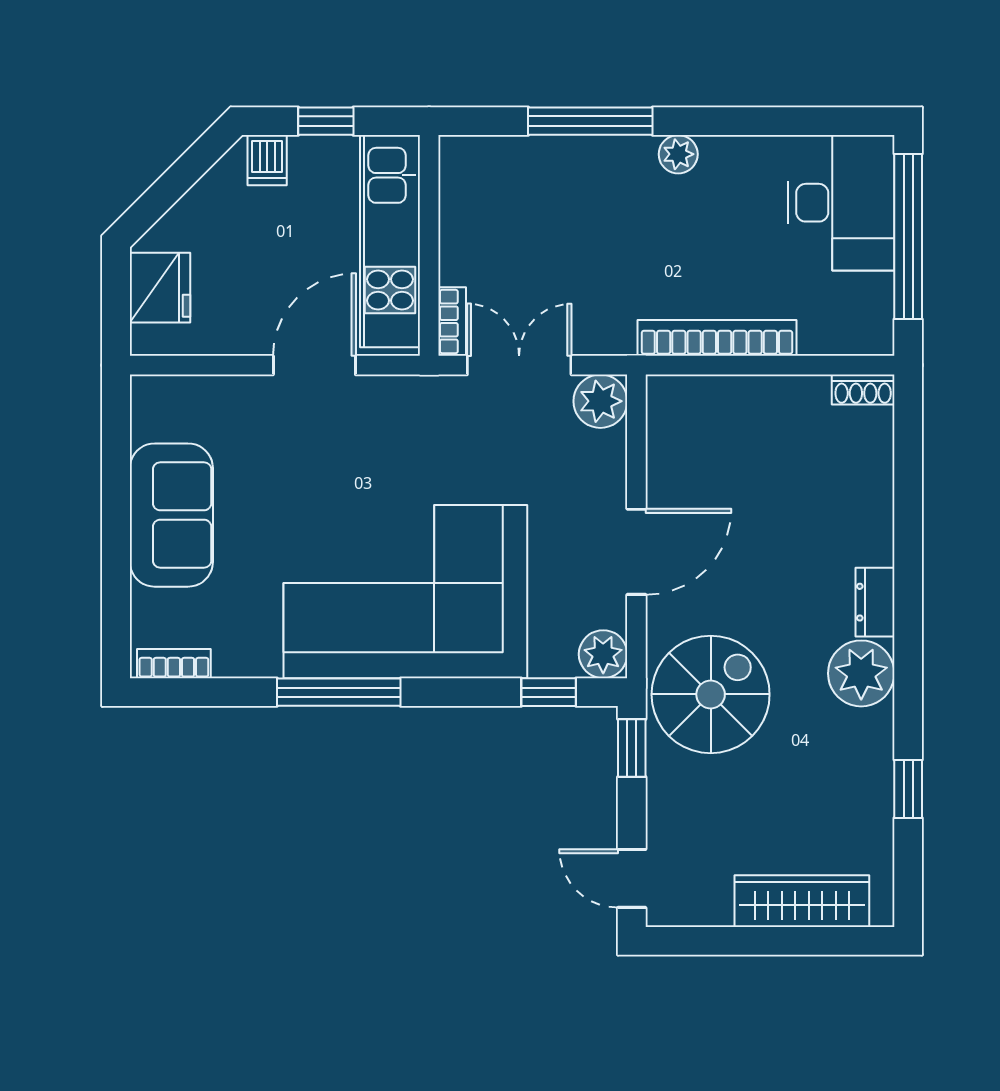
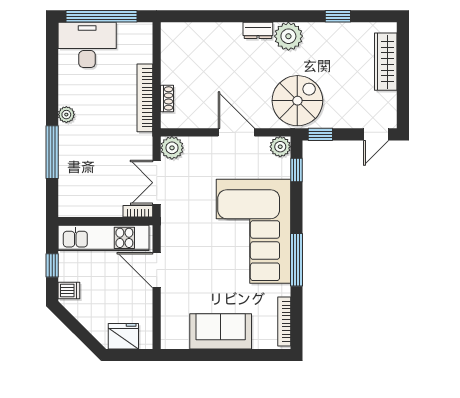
shoe rack: (863, 390) -> (167, 98), moved
bookcase: (174, 664) -> (284, 321), width x1.56
spiral stairs: (711, 694) -> (297, 101), turned 90

